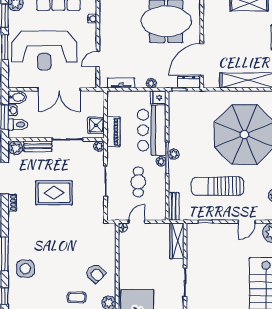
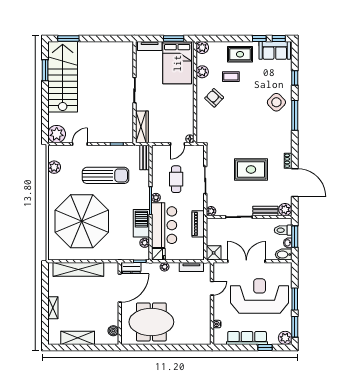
boiler: (209, 11) -> (113, 331), added
shower: (96, 125) -> (214, 253), moved
barbecue: (177, 132) -> (141, 223), added
plant: (174, 154) -> (145, 243), moved
side table: (25, 269) -> (276, 102), turned 45

